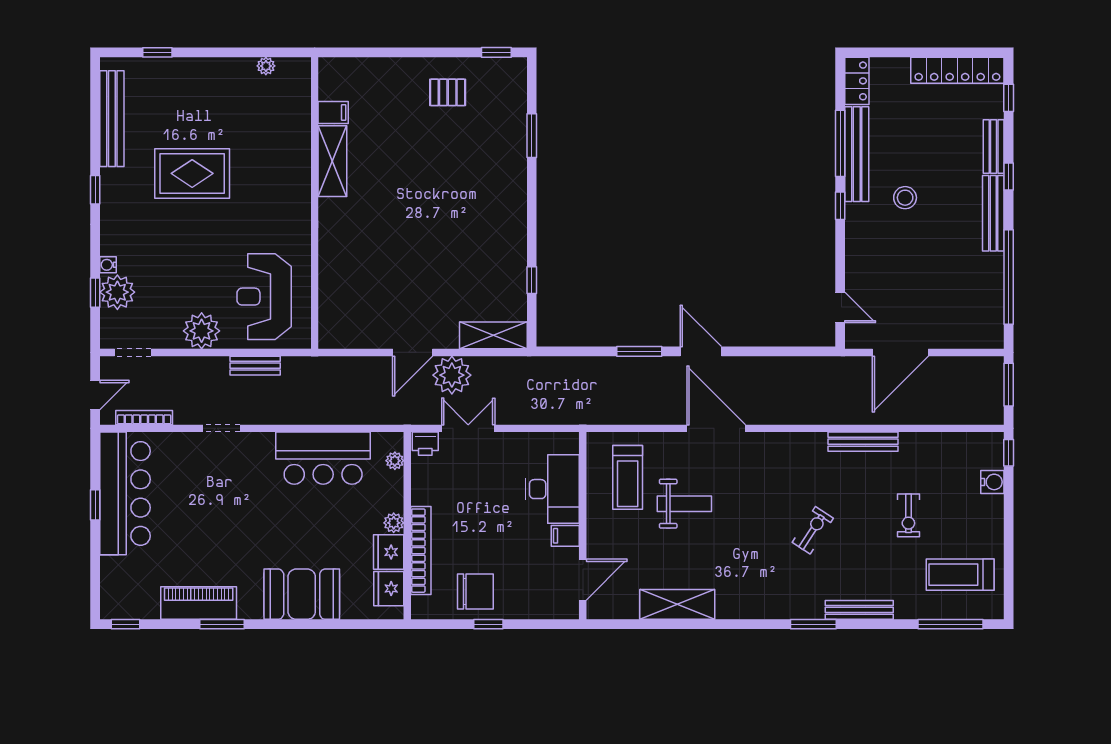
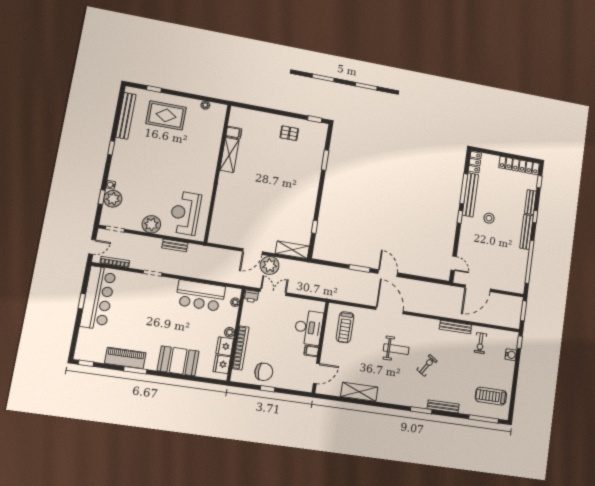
rug: (192, 173) -> (166, 115), moved
weight bench: (684, 504) -> (396, 349), moved
exercise bike: (908, 515) -> (480, 343), moved

